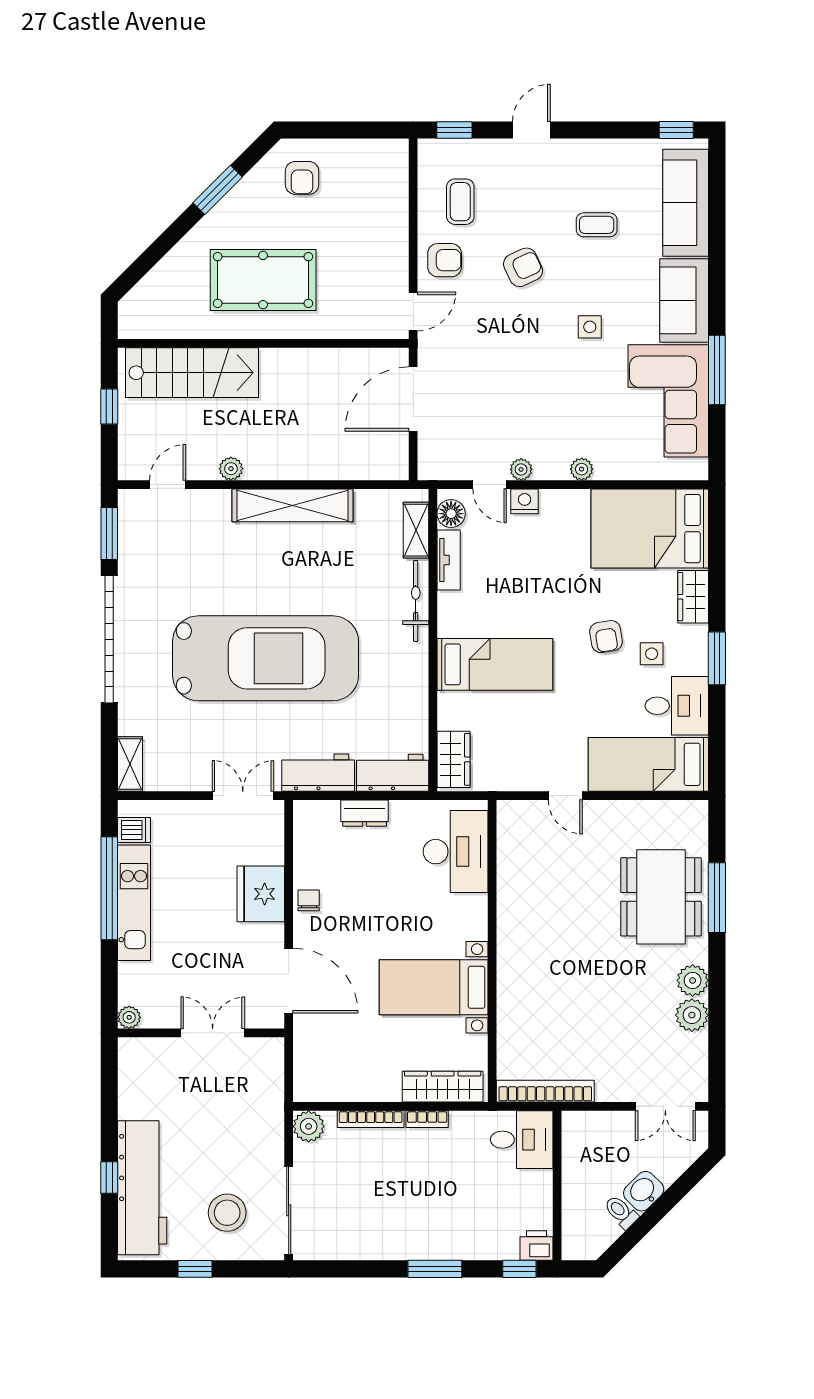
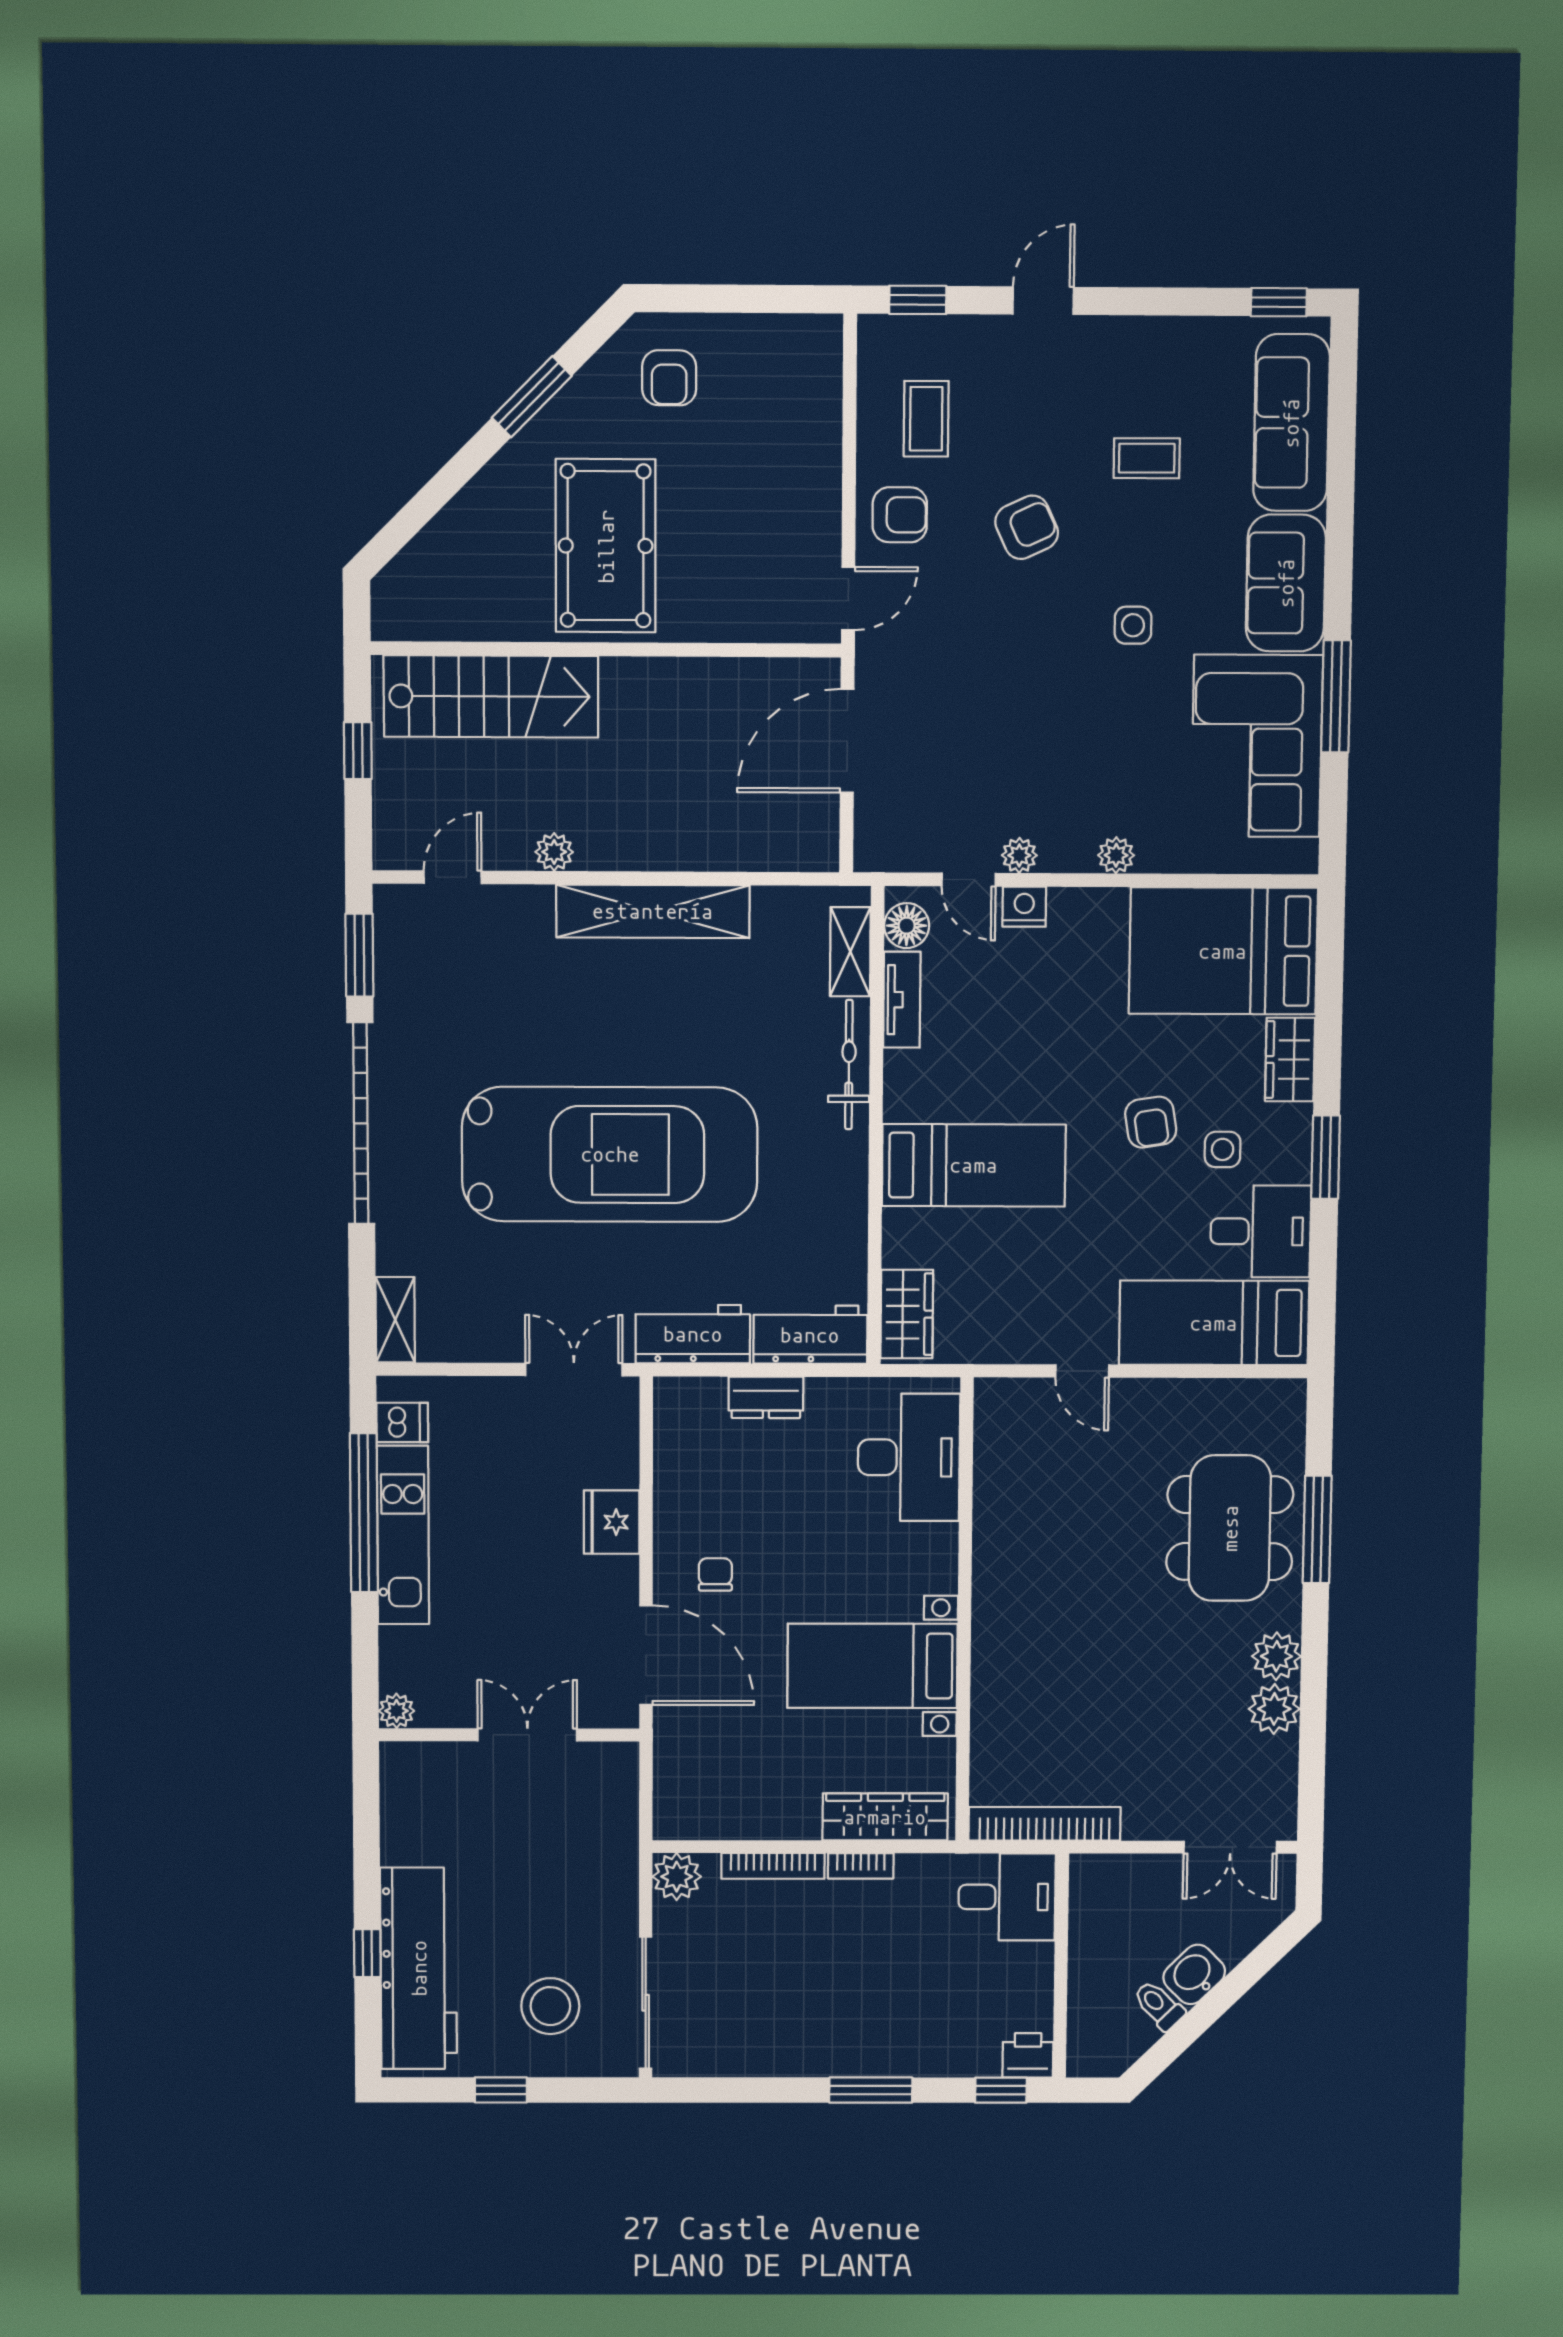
pool table: (263, 280) -> (606, 546), turned 90
fridge: (261, 894) -> (612, 1522), width x0.73, depth x0.75
chair: (309, 900) -> (715, 1574), moved

